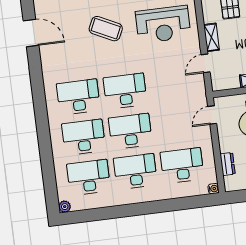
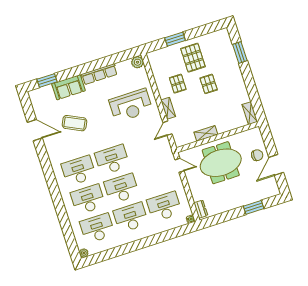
coffee table: (106, 29) -> (74, 123), moved
door: (212, 115) -> (179, 165), swing flipped
dresser: (228, 164) -> (201, 209), moved

